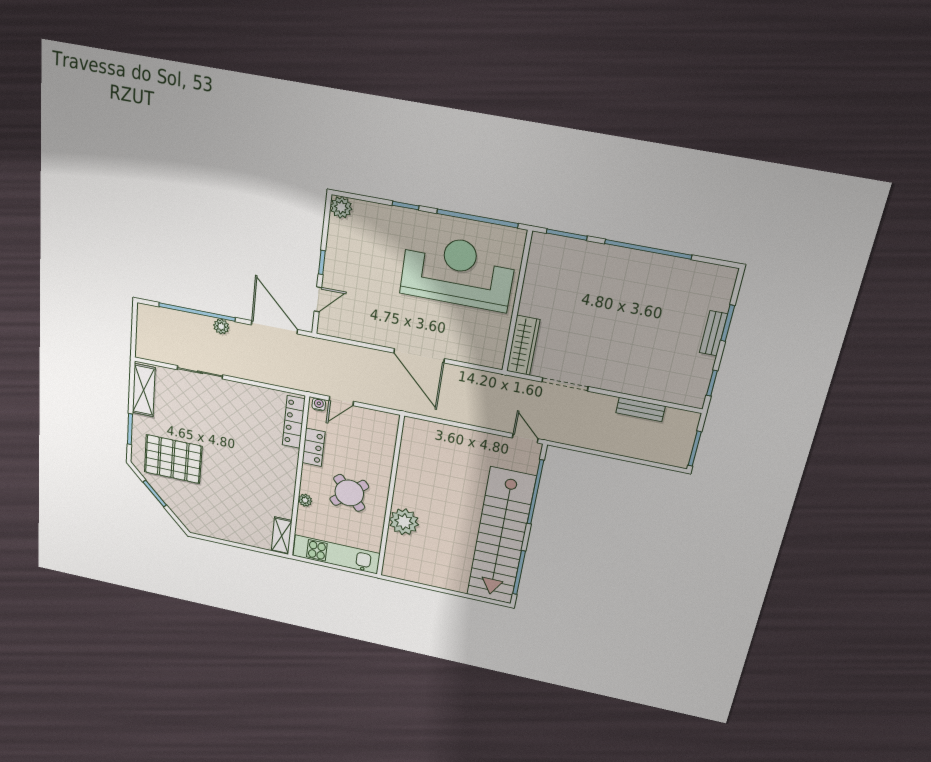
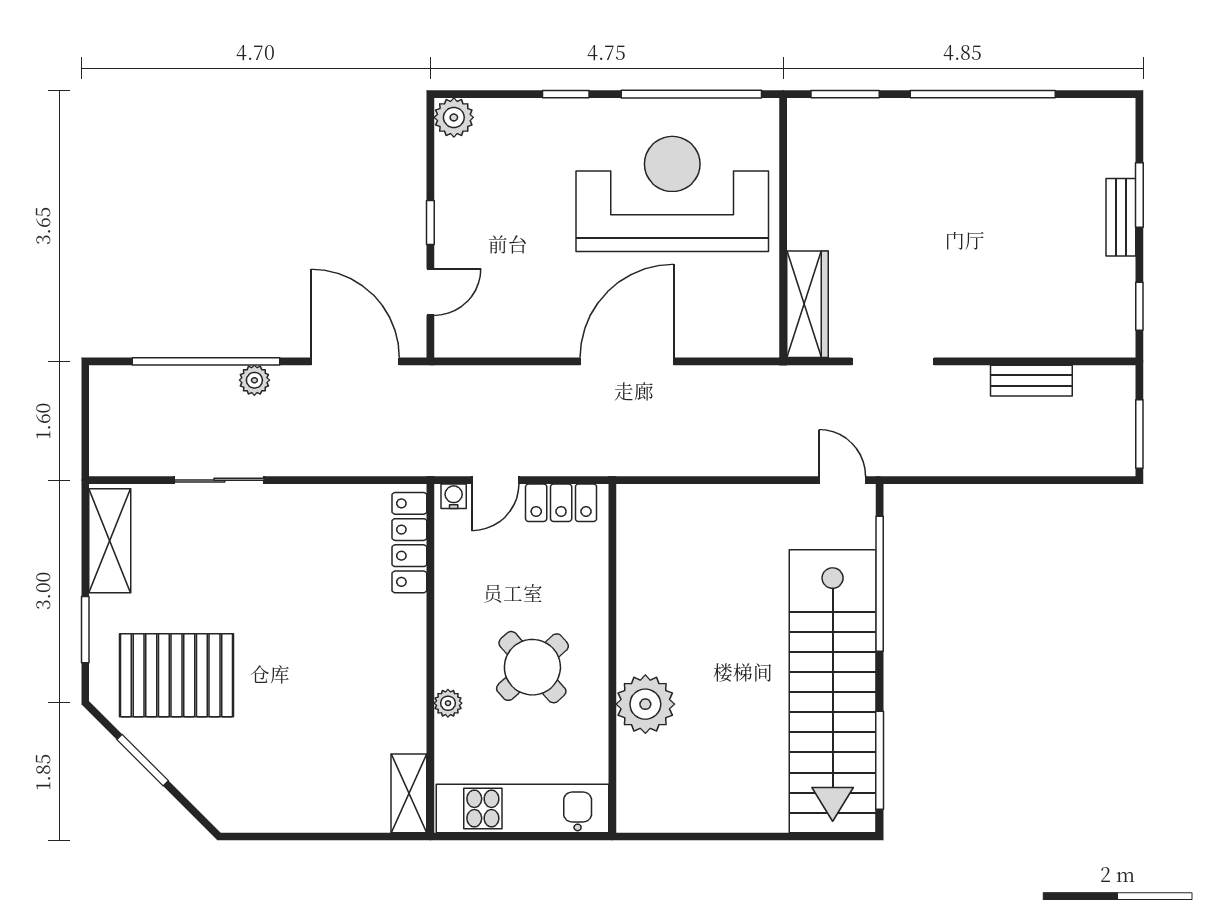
door: (419, 356) -> (627, 361), swing flipped
locker: (314, 447) -> (561, 503), moved, turned 90

